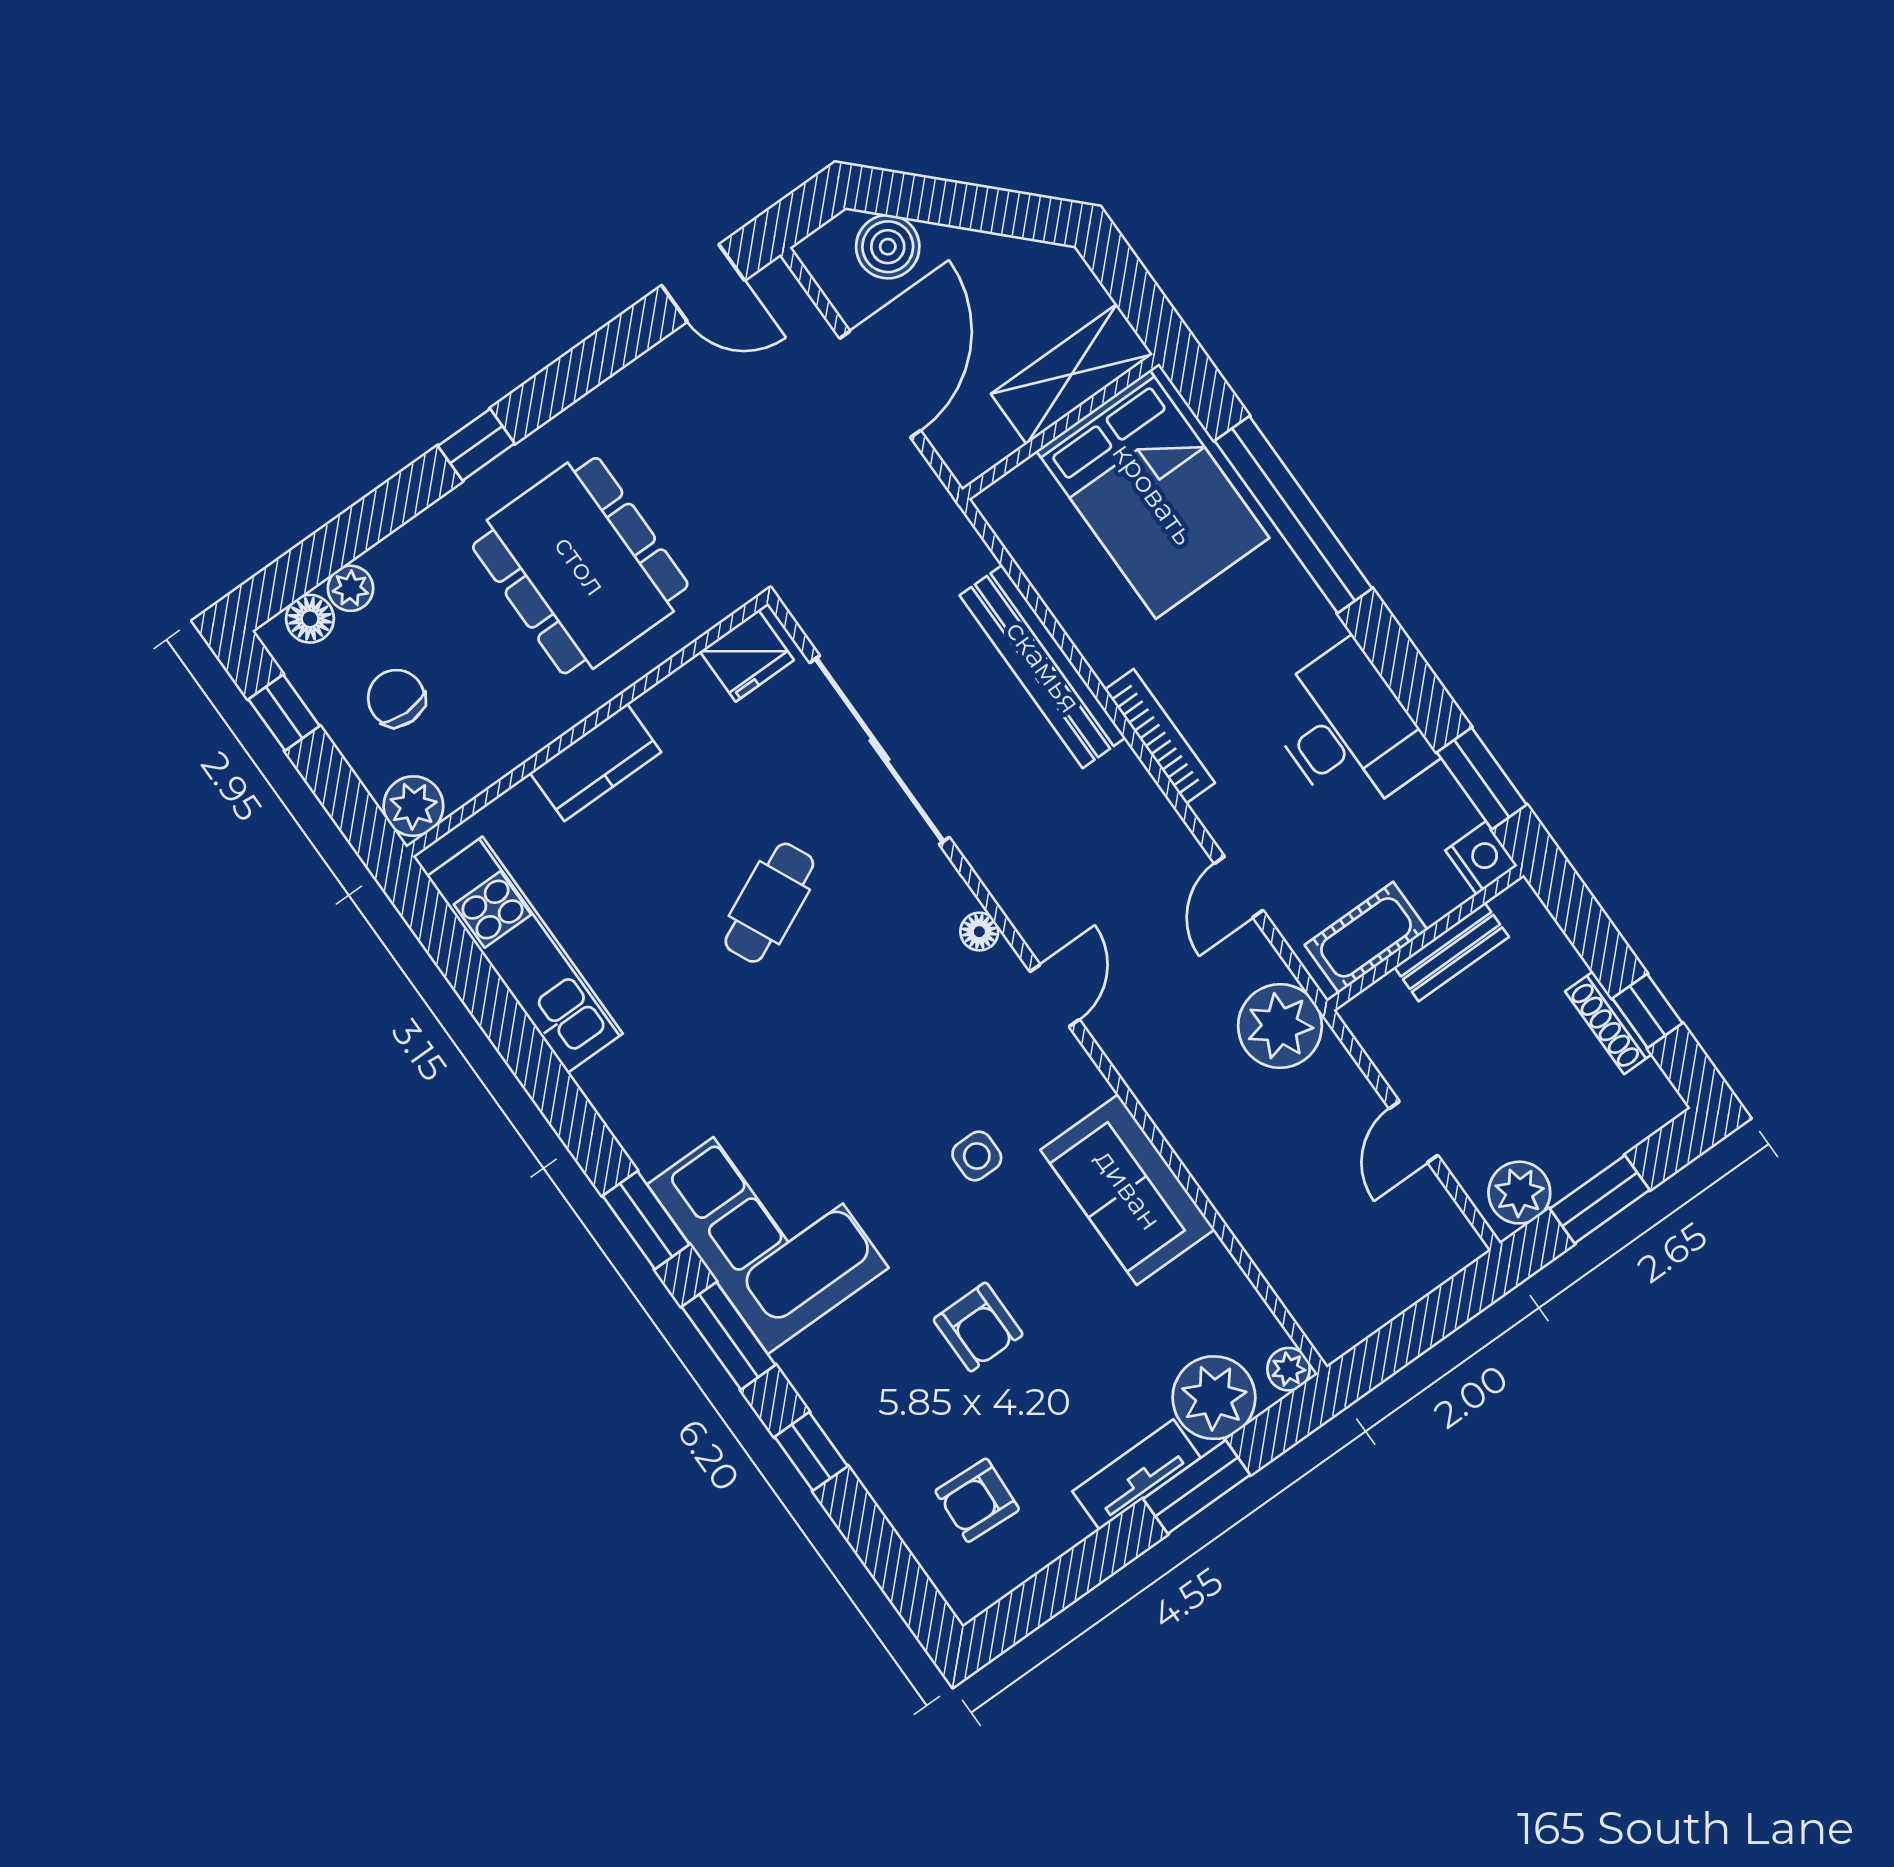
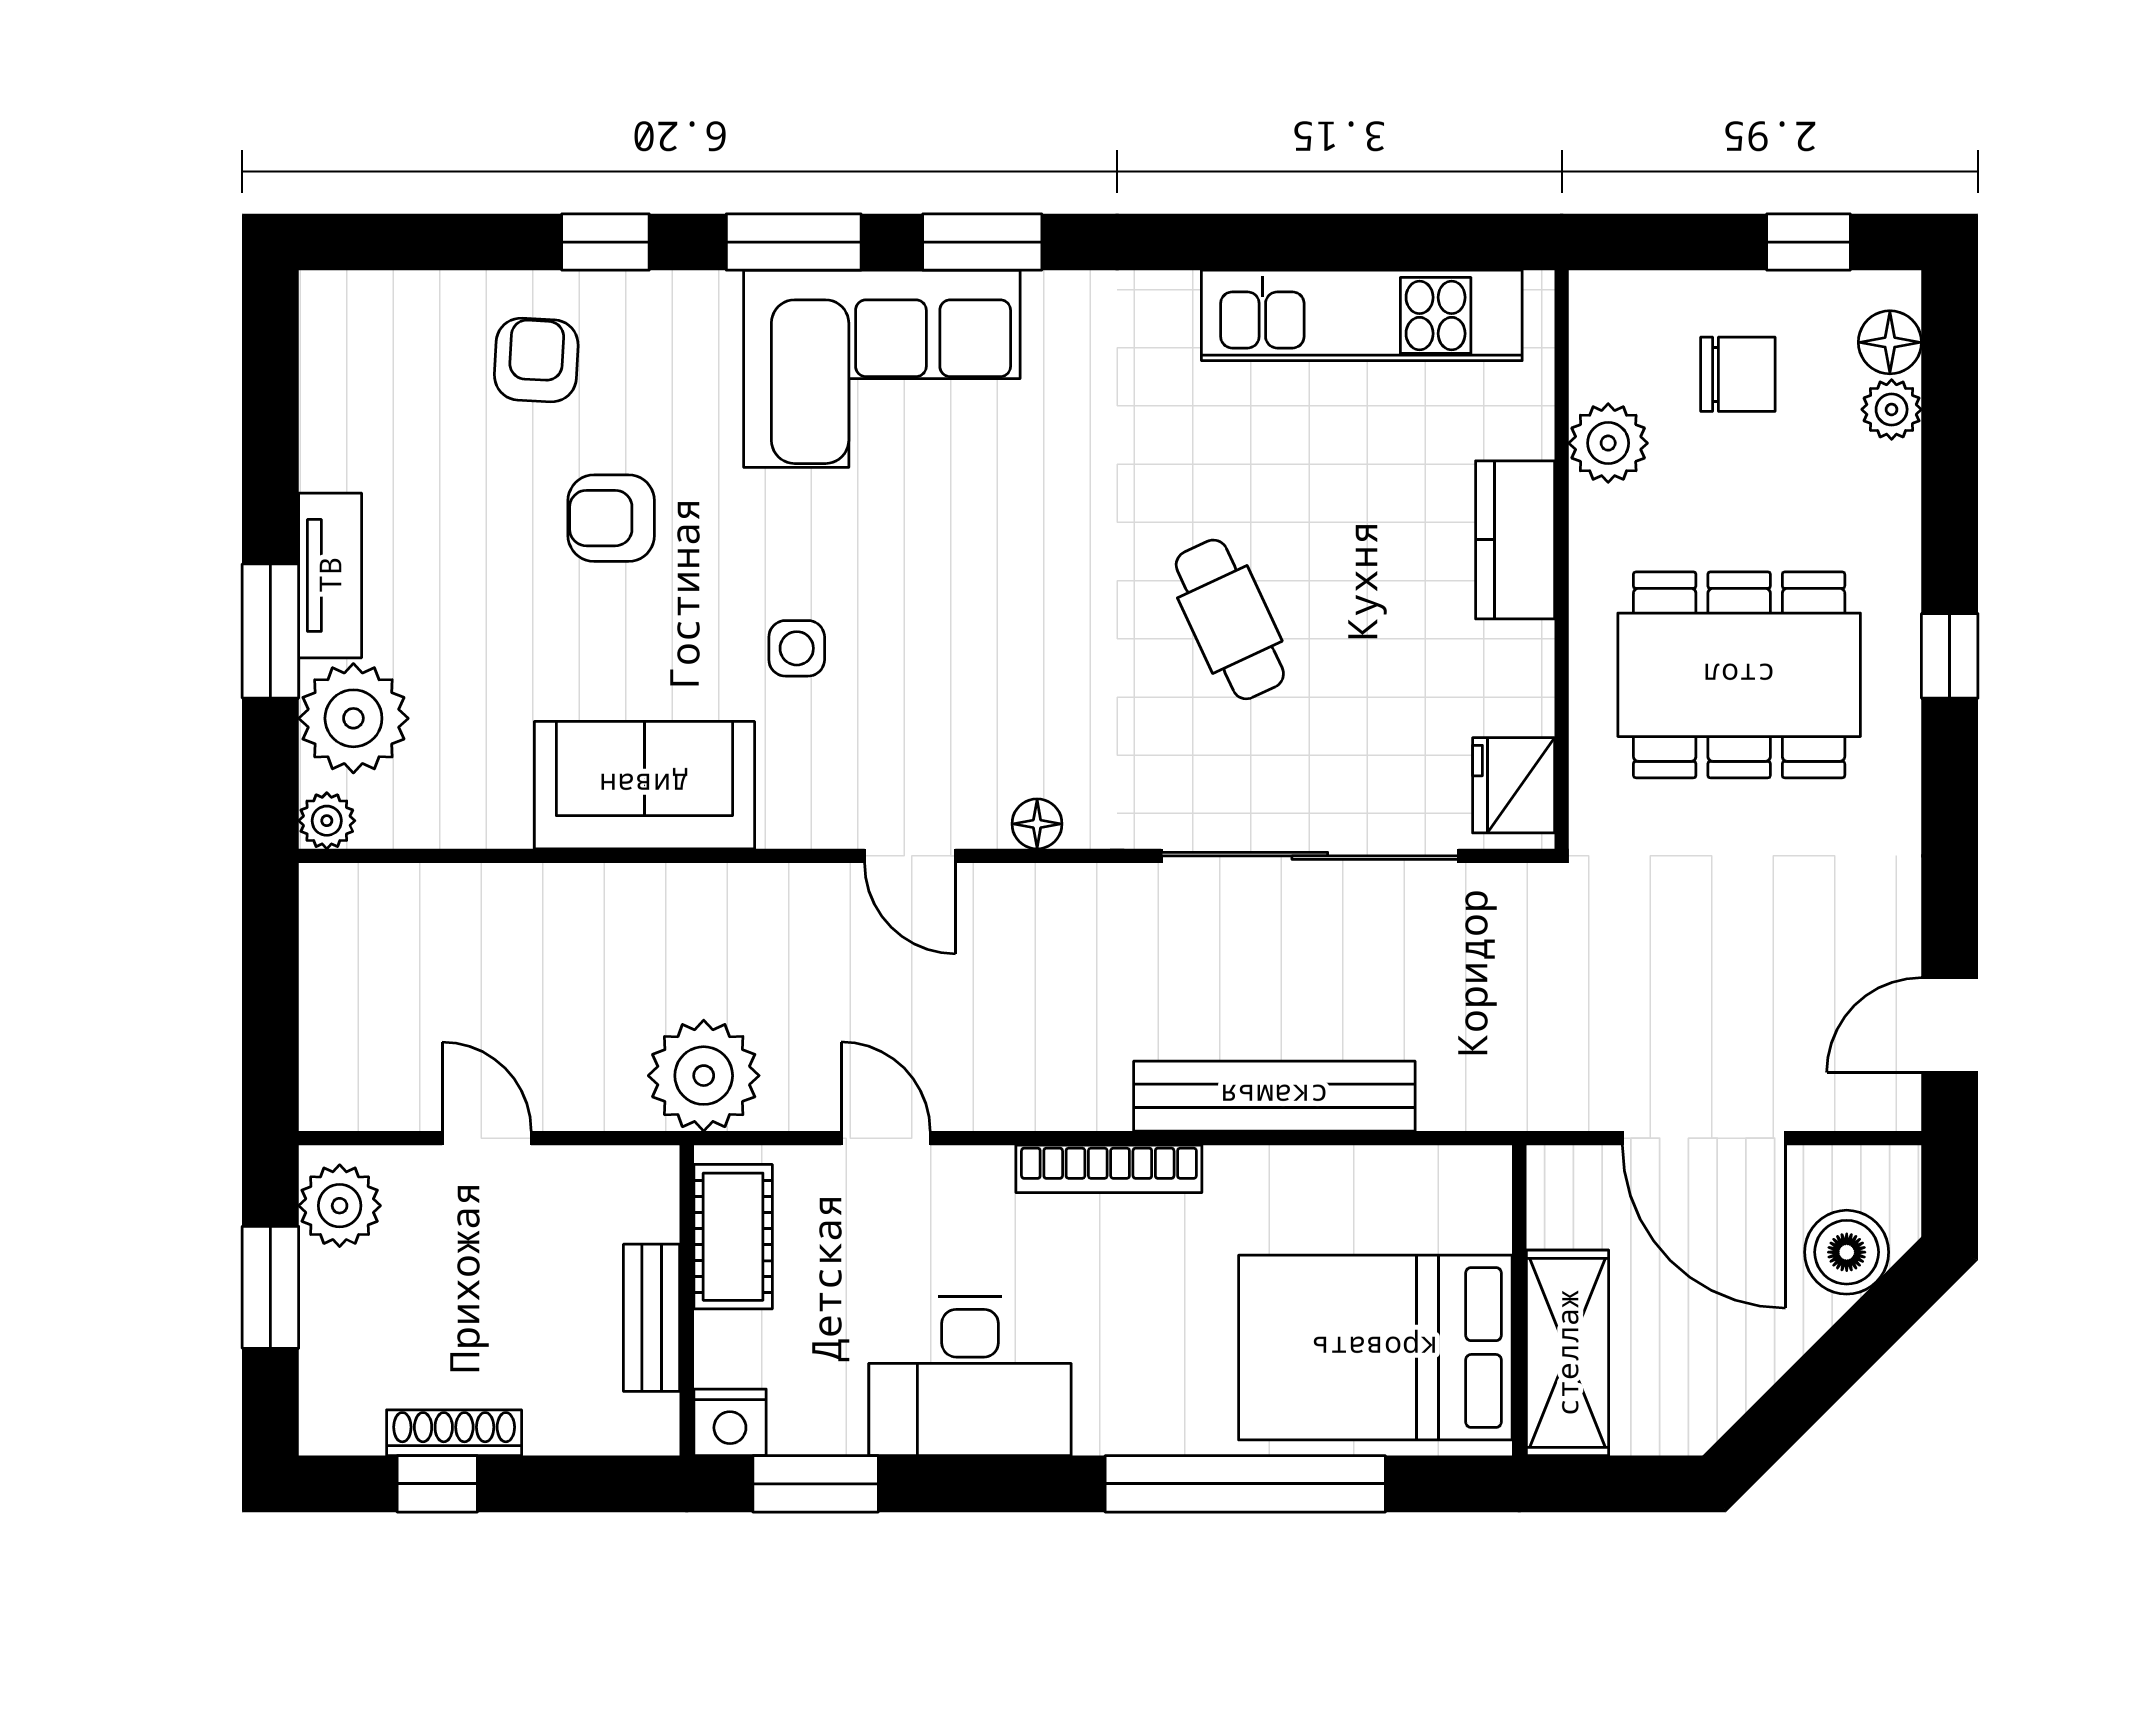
plant: (413, 806) -> (1608, 443), moved
armchair: (977, 1500) -> (536, 360), moved

